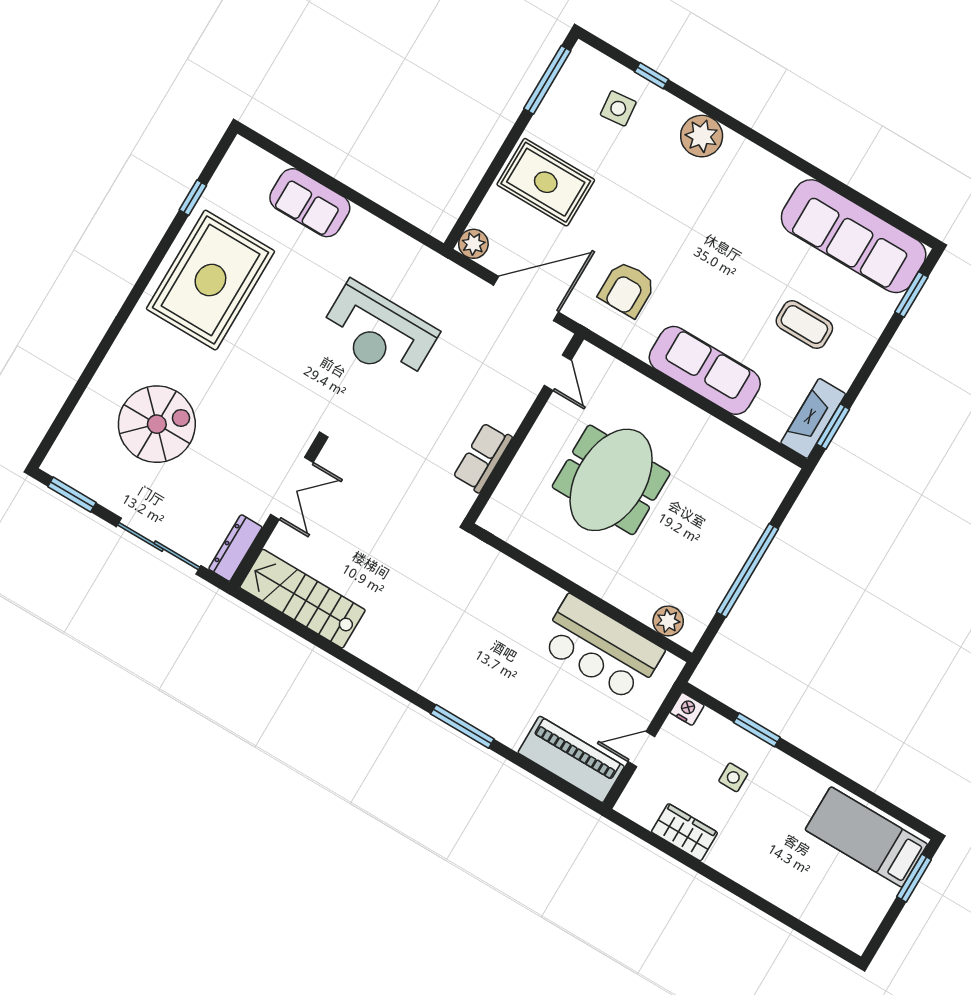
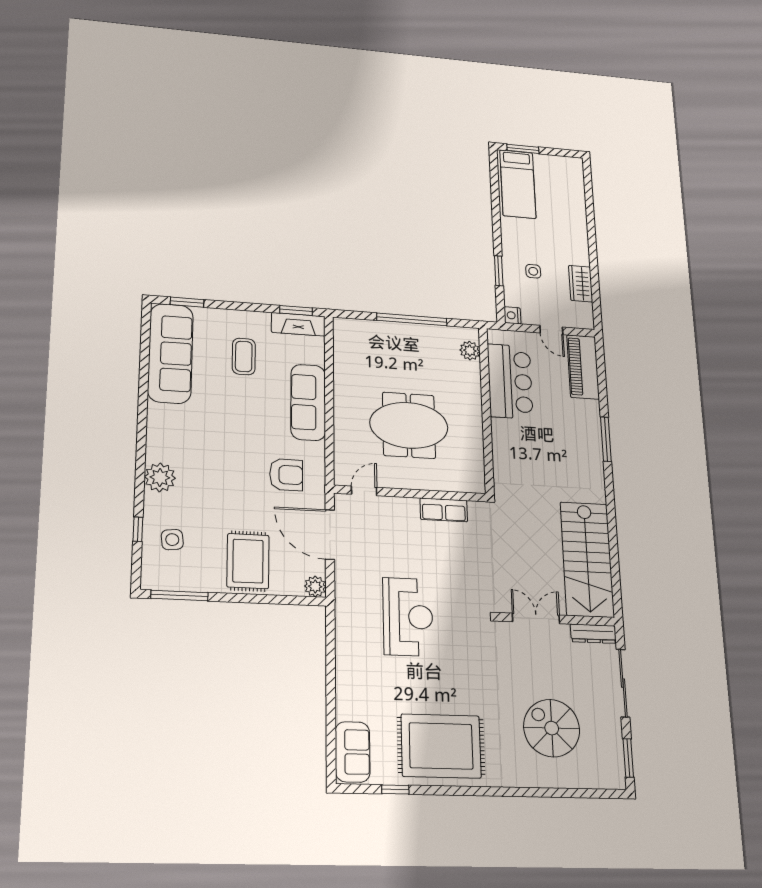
sofa: (310, 203) -> (353, 752), moved
stairs: (303, 599) -> (587, 559), width x1.36, depth x1.51

